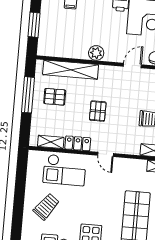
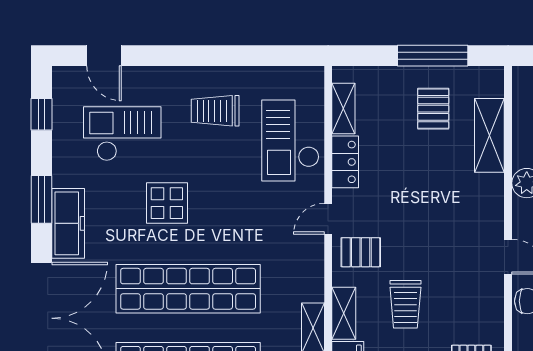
shelving: (71, 70) -> (489, 135), width x0.68
pallet: (98, 111) -> (361, 252), moved
trolley: (46, 207) -> (215, 111), turned 143

